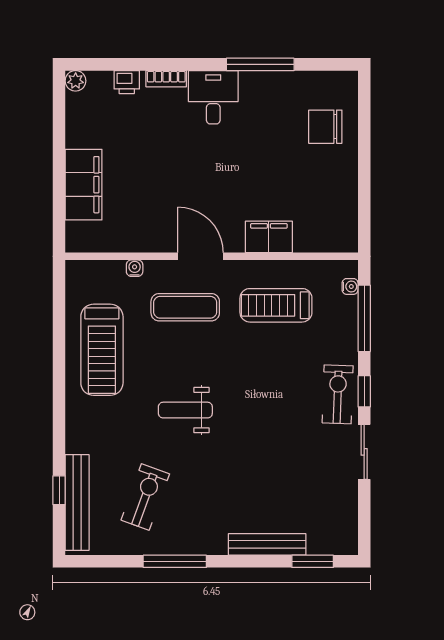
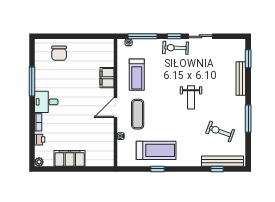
filing cabinet: (84, 185) -> (70, 158), moved
window: (59, 353) -> (158, 169), added
weight bench: (185, 410) -> (191, 97), moved

